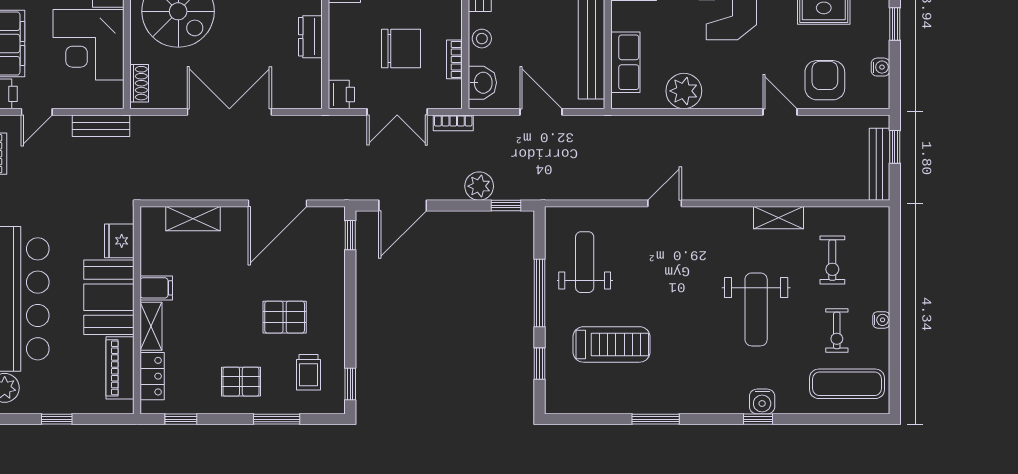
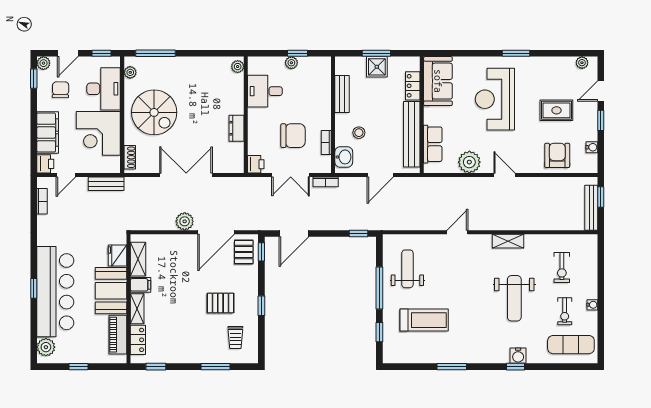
stool: (482, 39) -> (359, 133), moved
door: (541, 112) -> (380, 175), swing flipped
door: (780, 112) -> (504, 175), moved
plant: (479, 186) -> (185, 221), moved
shelving: (779, 218) -> (508, 241), moved
shelving: (193, 219) -> (138, 259), moved, turned 90
pallet: (241, 382) -> (244, 252), moved, turned 90
window: (350, 384) -> (261, 306), moved

